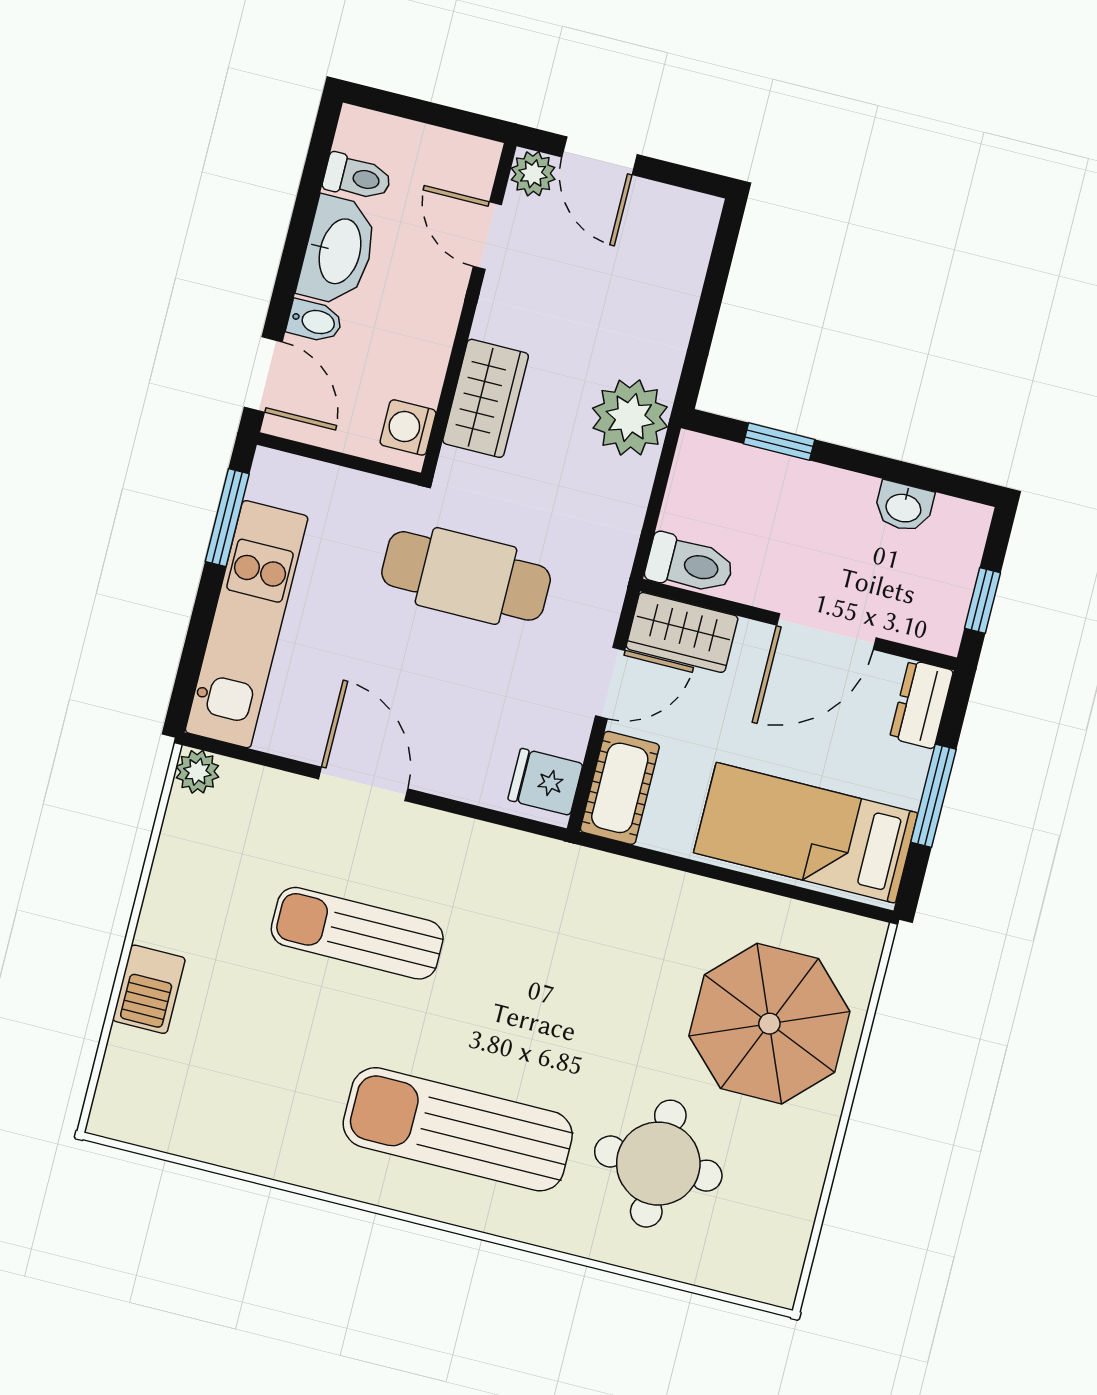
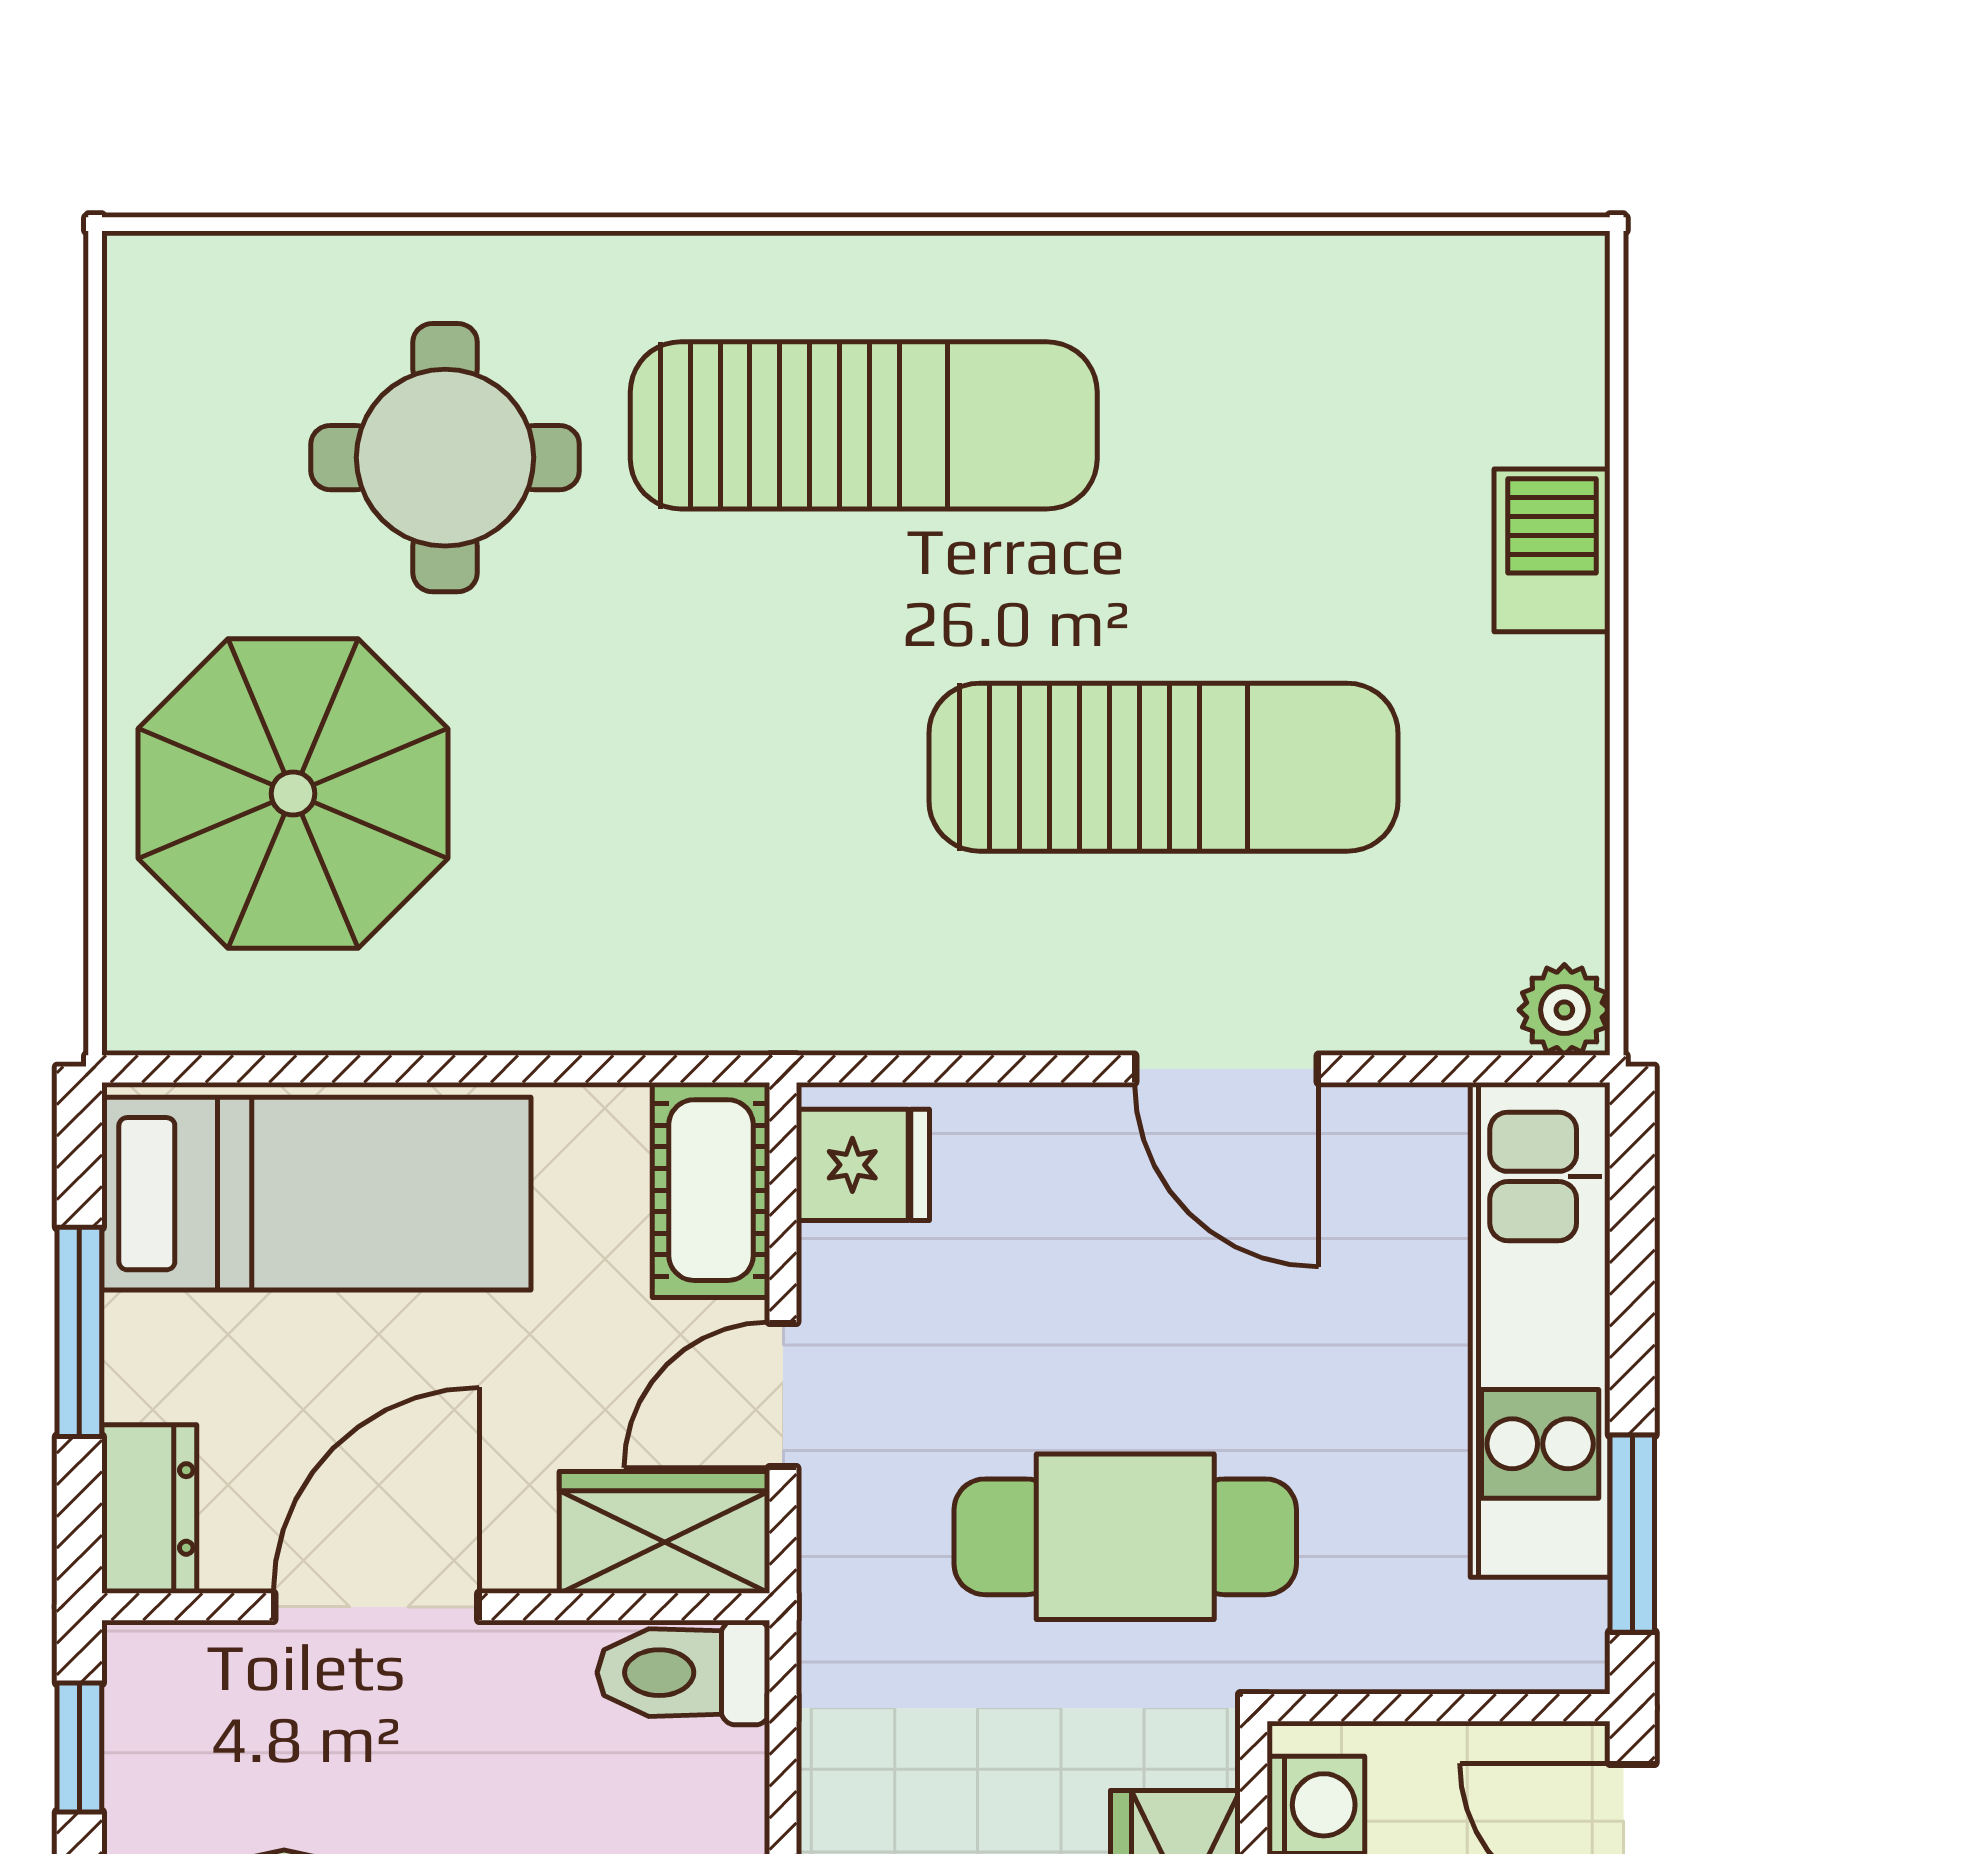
sun lounger: (357, 933) -> (1163, 767), width x1.36, depth x1.34

